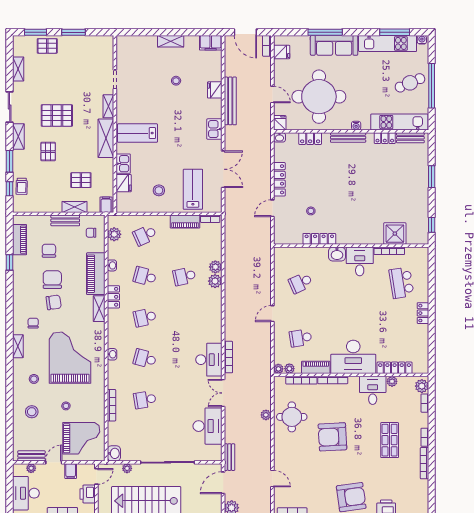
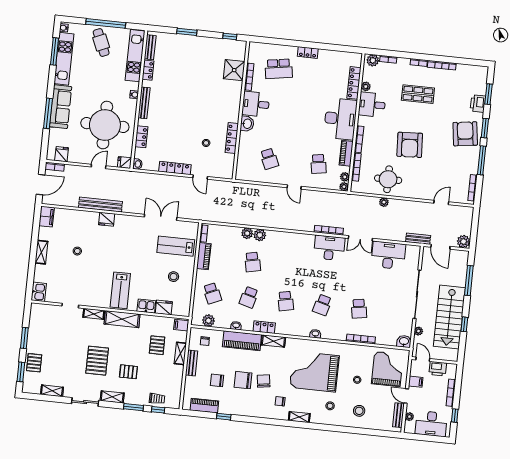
fridge: (215, 90) -> (107, 219), moved
kitchen sink: (214, 129) -> (39, 292), moved, turned -90

